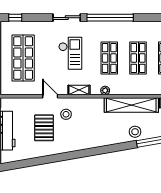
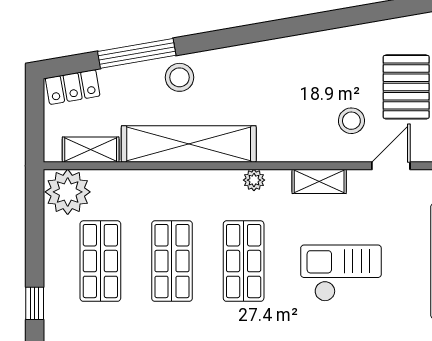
checkout: (70, 53) -> (341, 273), turned 90
door: (50, 96) -> (391, 166), swing flipped

